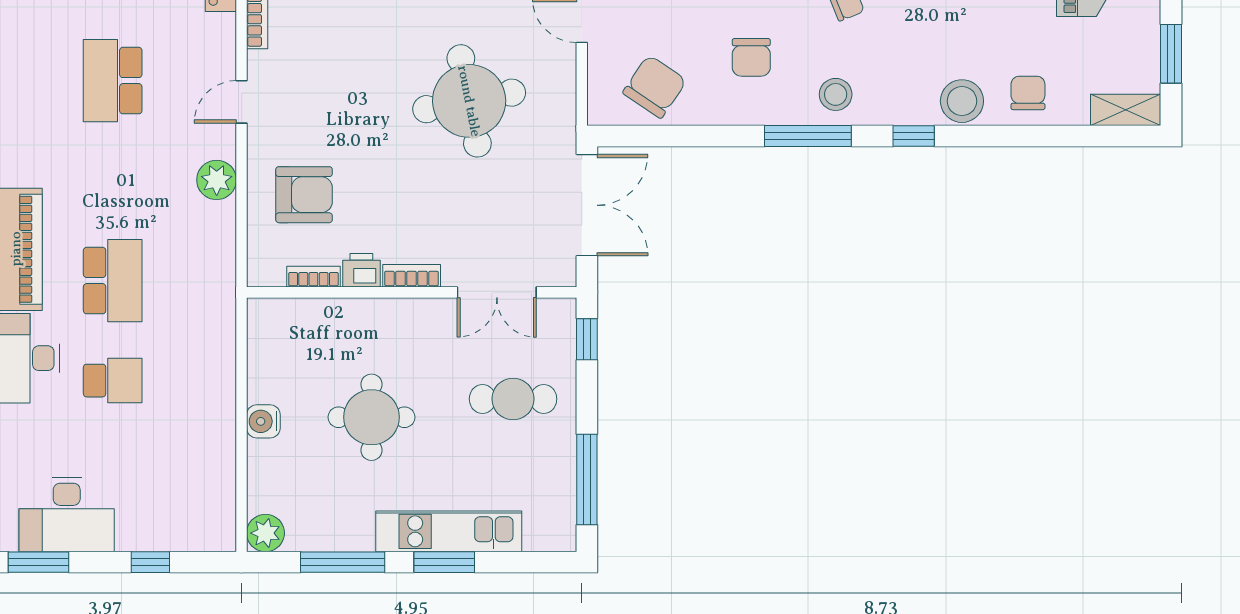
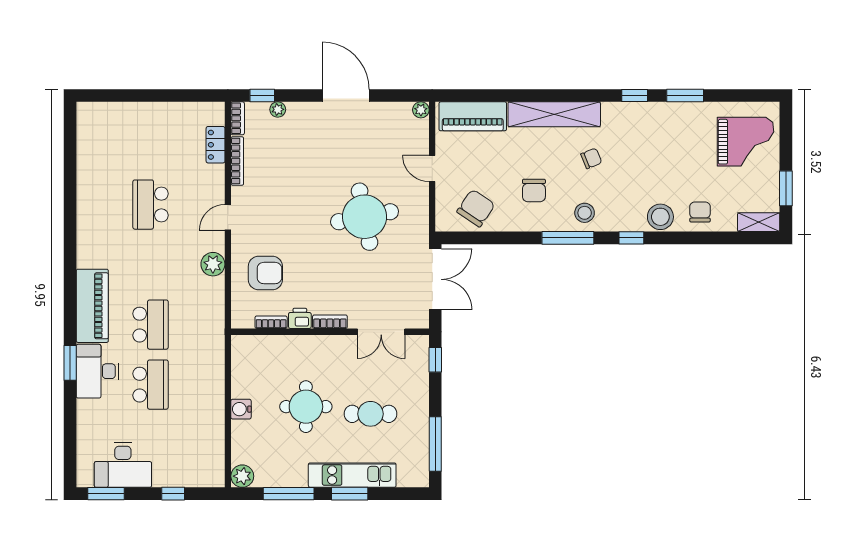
school desk: (113, 381) -> (151, 385), width x1.85
cafe table: (513, 399) -> (370, 414), moved

